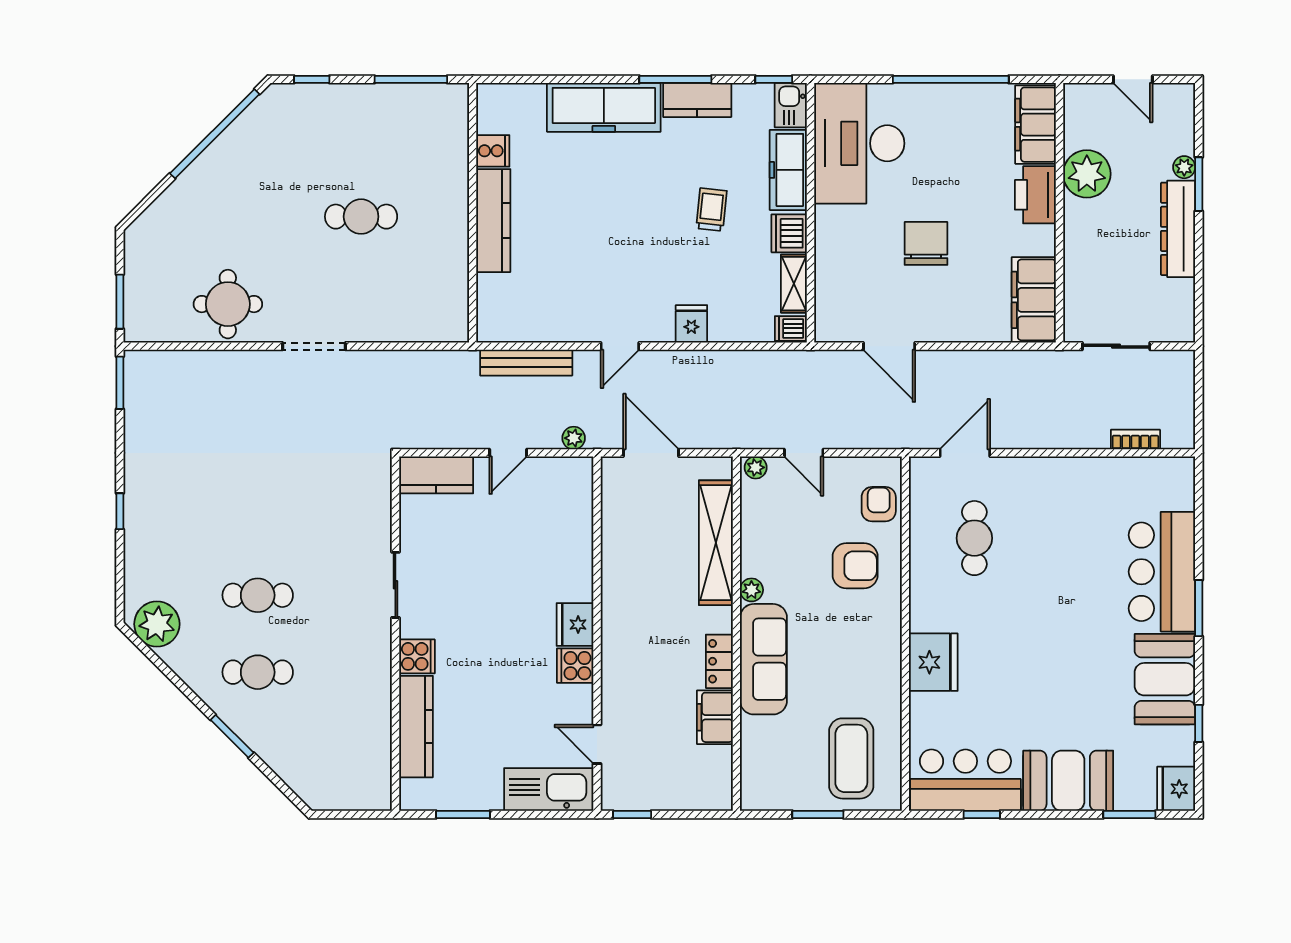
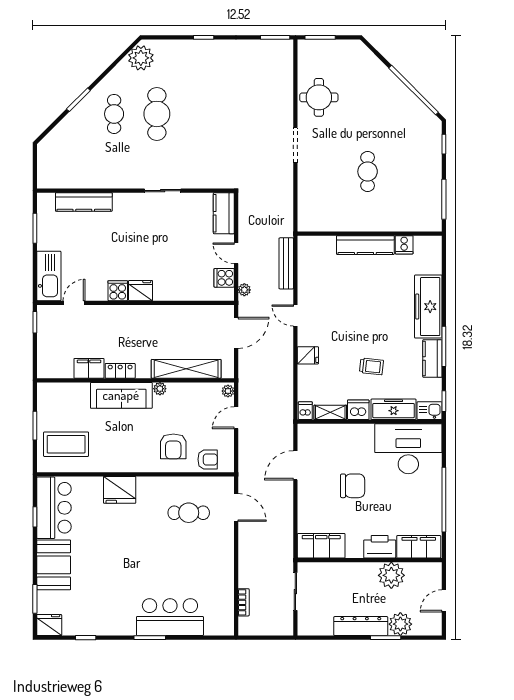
plant: (1184, 167) -> (400, 624), width x1.87, depth x1.87
cafe table: (258, 595) -> (157, 114), width x1.37, depth x1.35
cooker: (417, 656) -> (224, 278), moved, turned 90
booth: (1165, 679) -> (110, 619), removed

